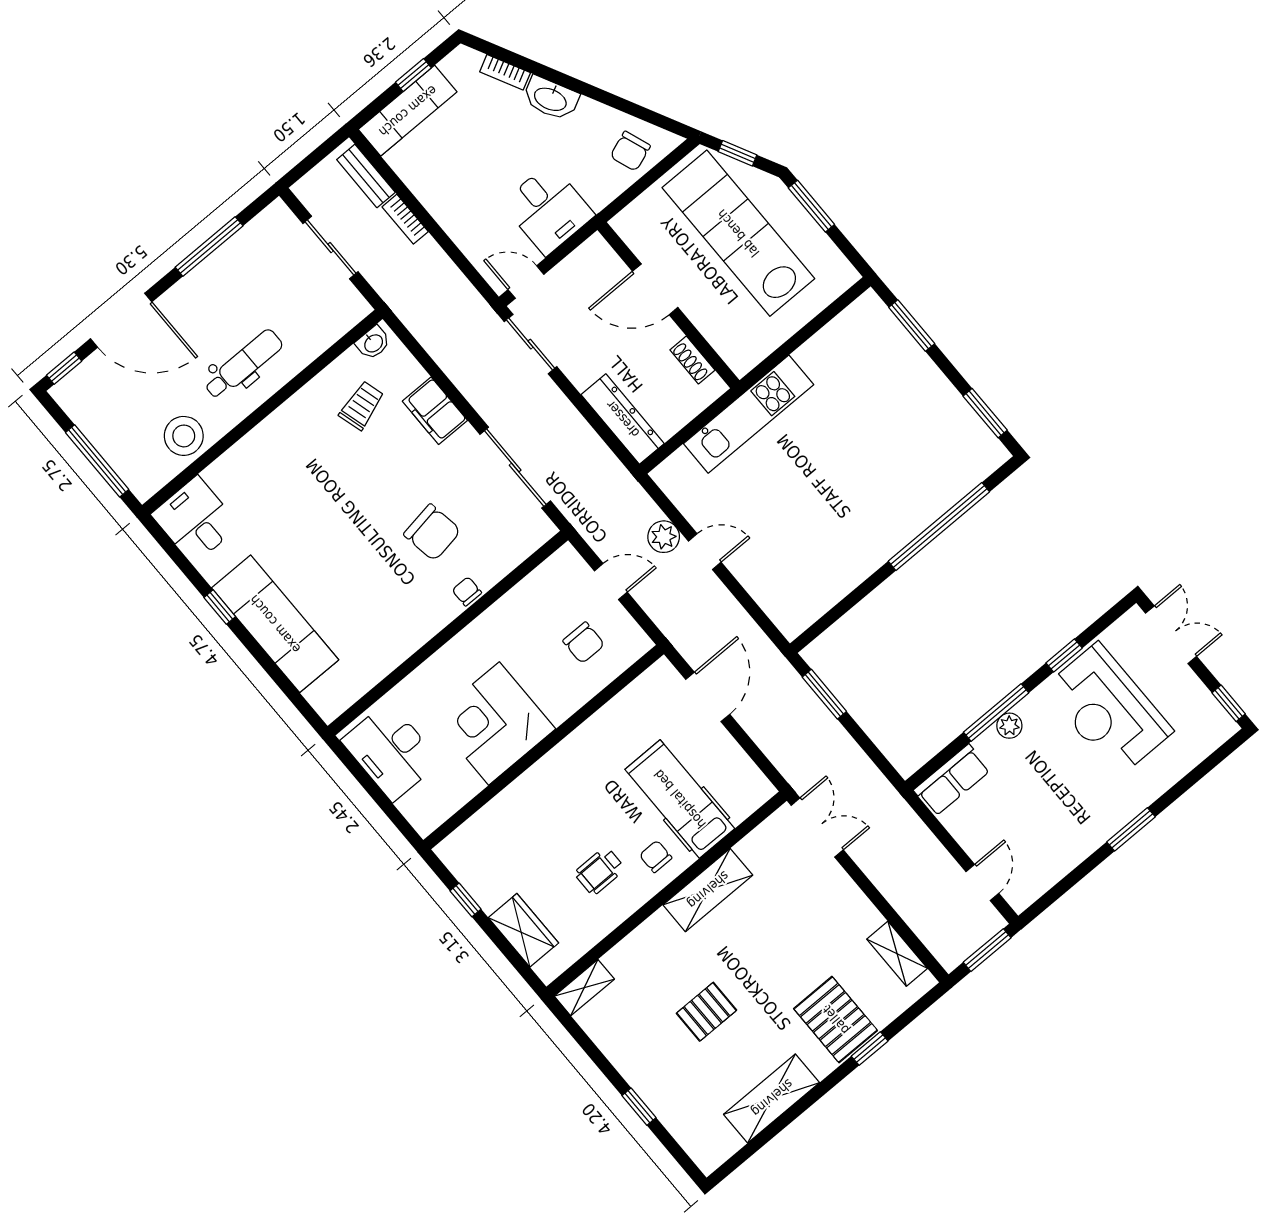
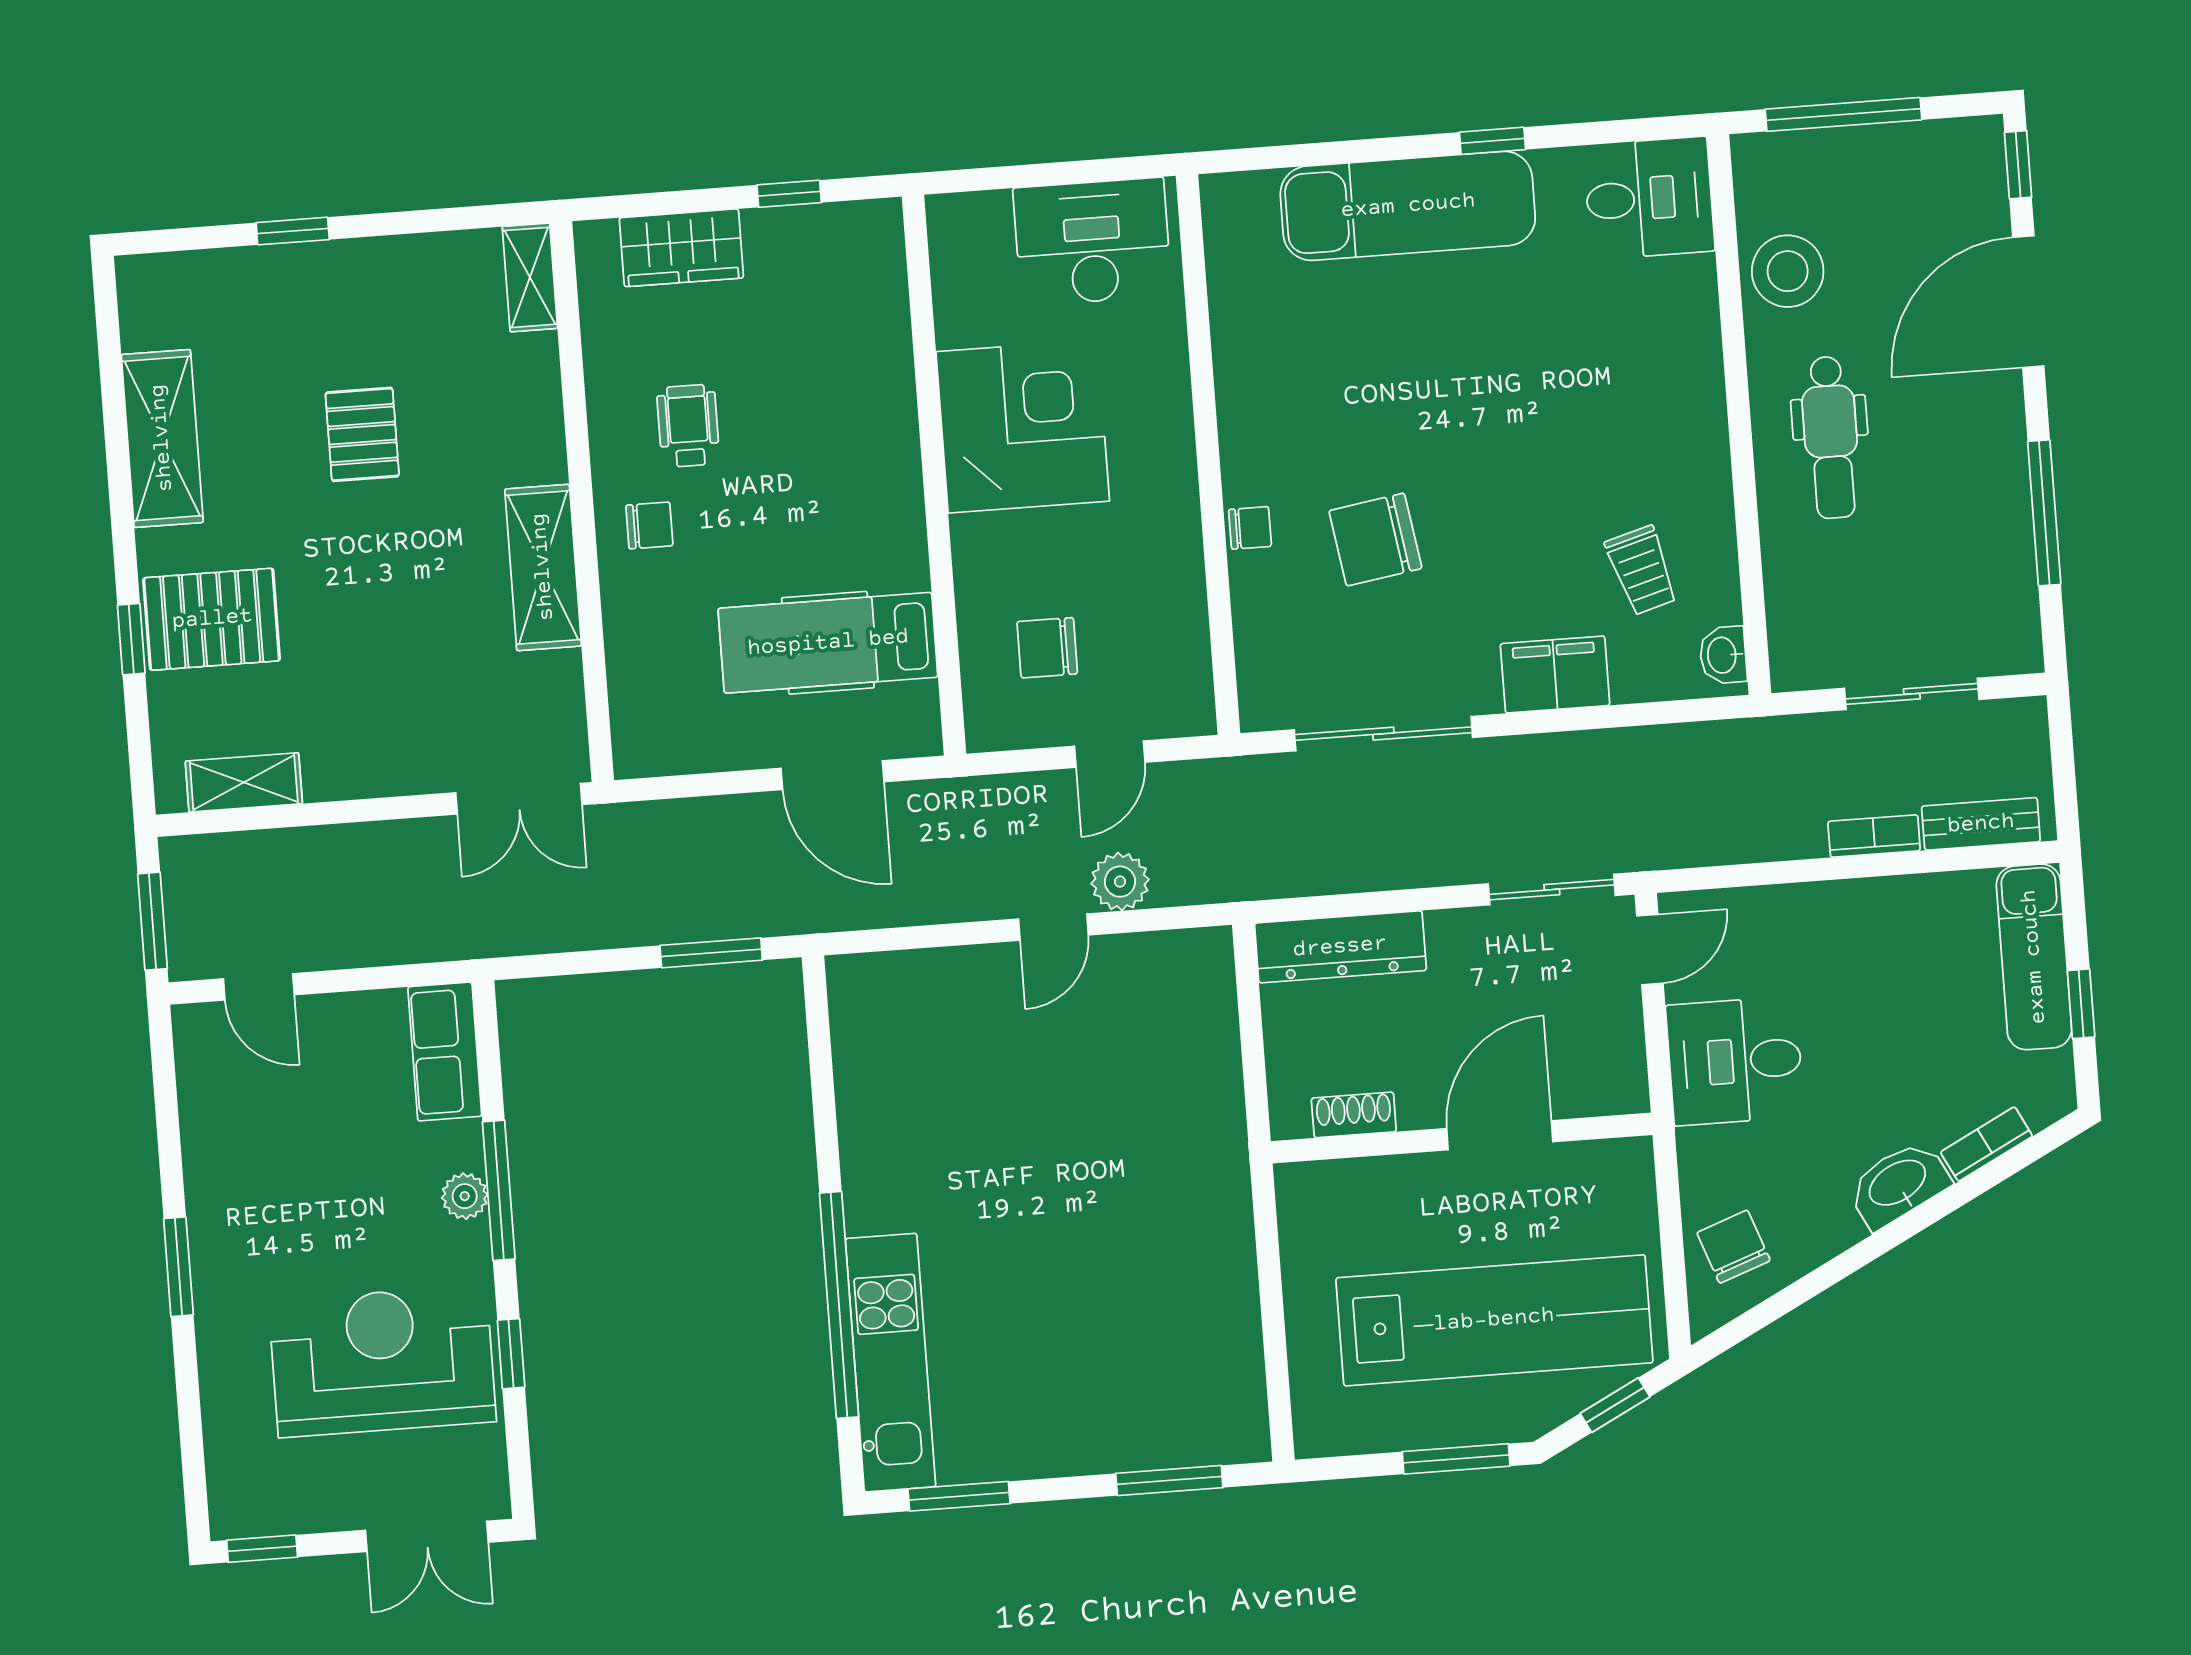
kitchen unit: (749, 414) -> (891, 1363), moved, turned 180
hospital bed: (680, 799) -> (828, 643), moved, turned 180

